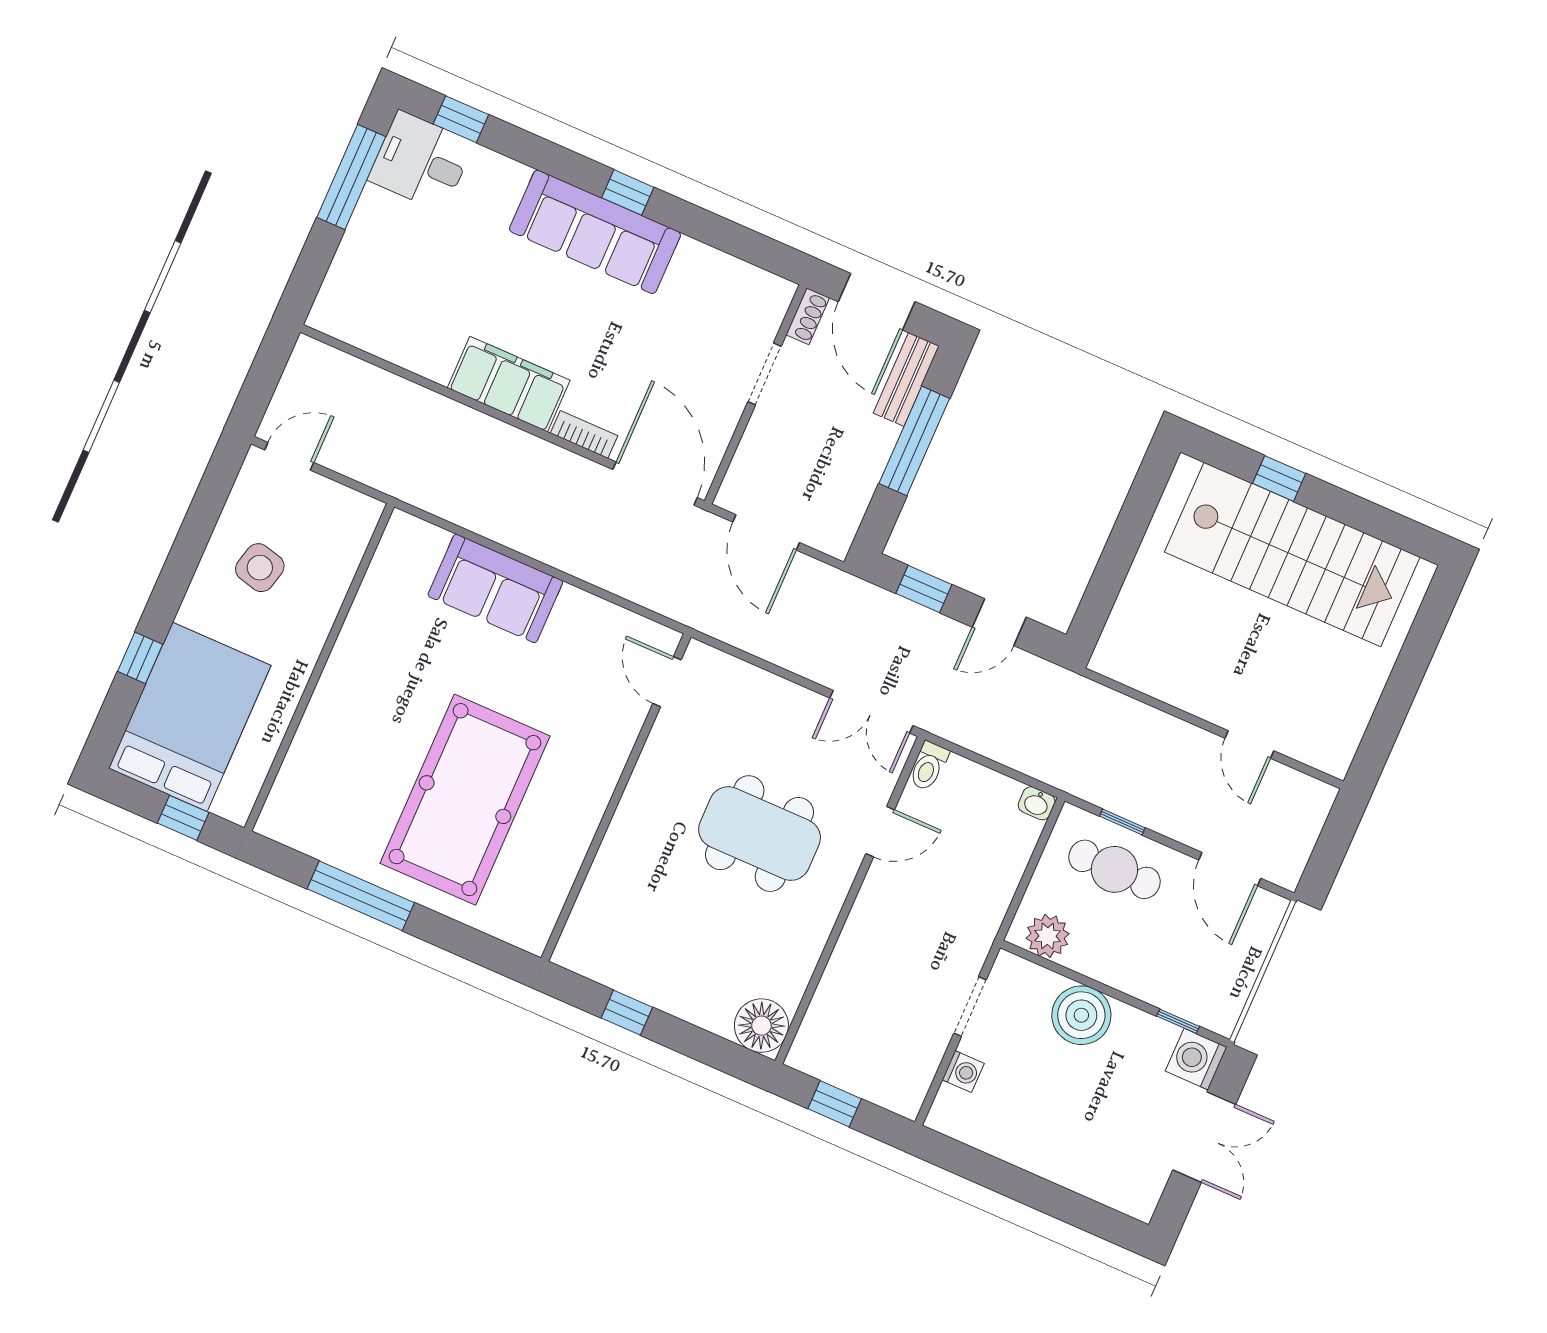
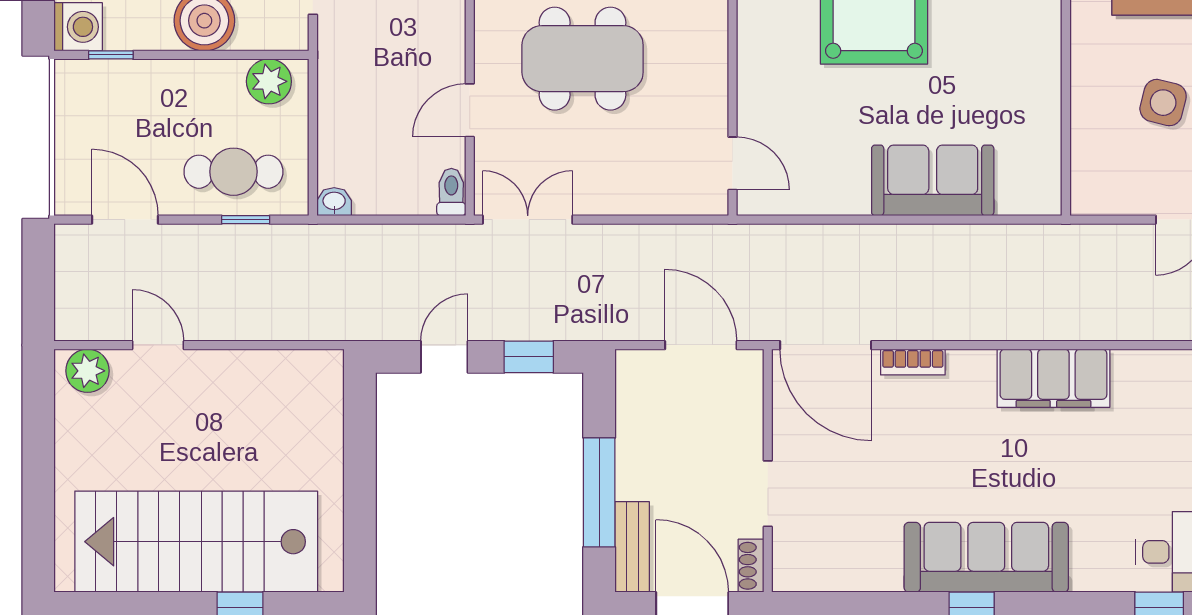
filing cabinet: (509, 384) -> (1053, 378), moved
plant: (1322, 749) -> (88, 371), added

